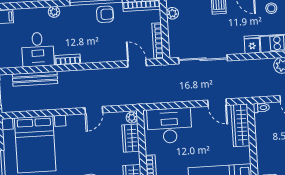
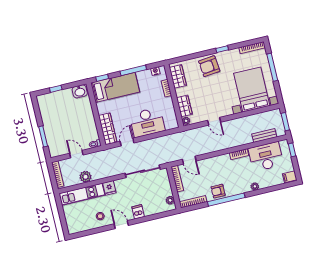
desk: (38, 49) -> (266, 157), width x1.37
bench: (35, 79) -> (264, 135), width x0.73
door: (217, 103) -> (127, 142), hinge flipped
door: (94, 110) -> (214, 121), swing flipped
desk: (169, 126) -> (147, 122), moved

